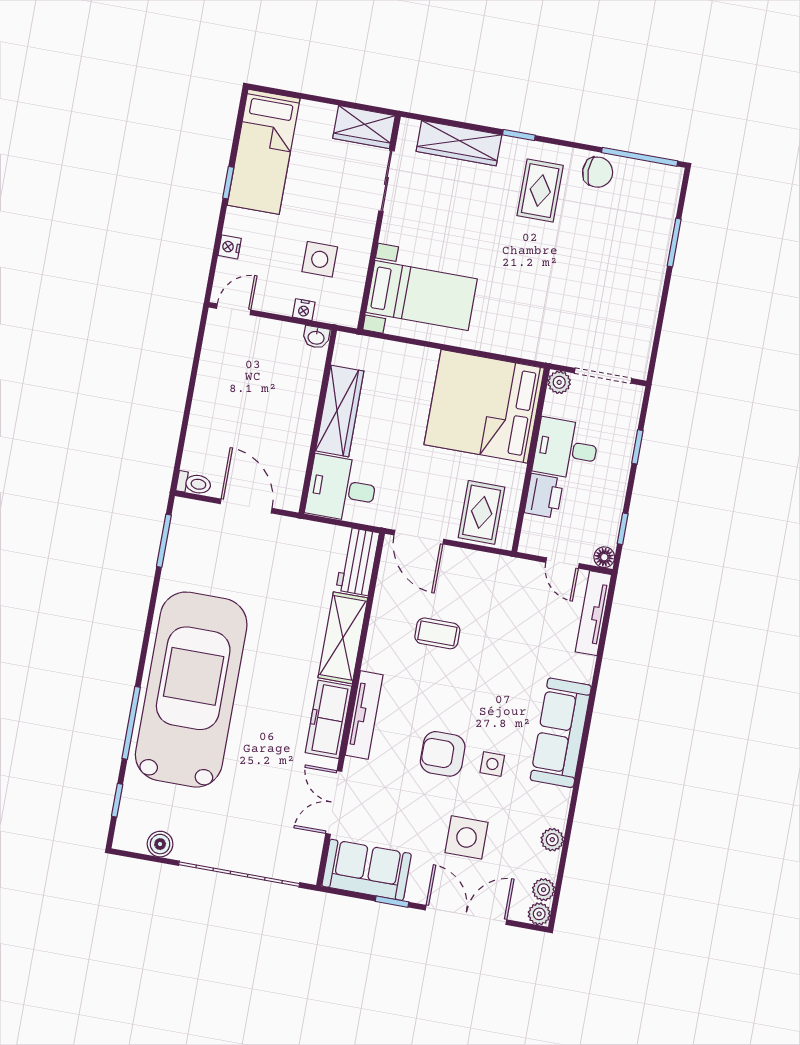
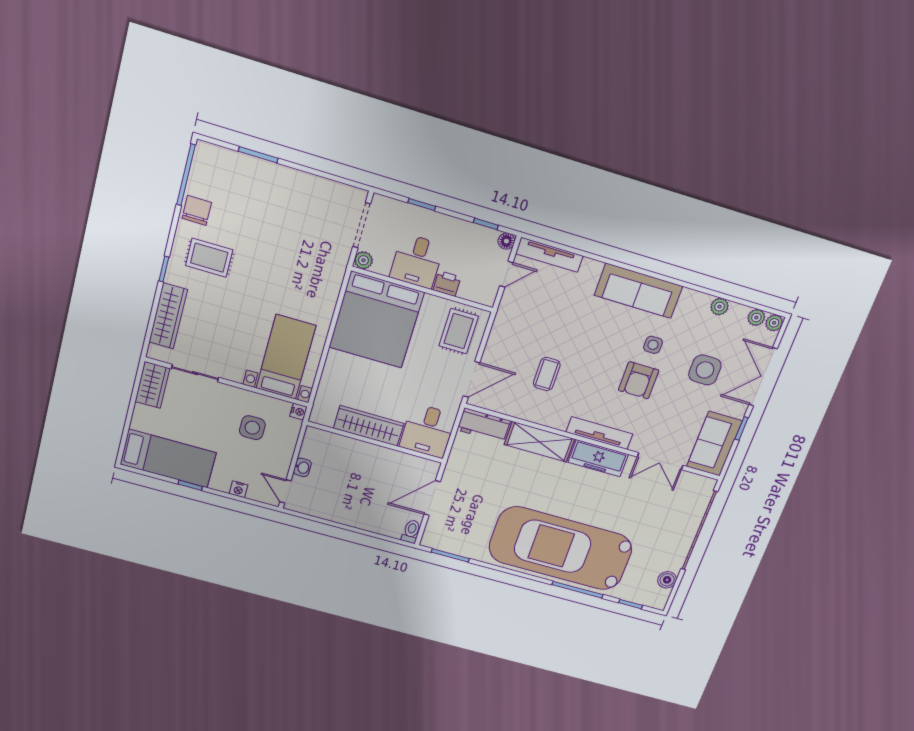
nightstand: (304, 310) -> (299, 412), moved
washbasin: (316, 337) -> (302, 467), moved
printer: (544, 496) -> (447, 284), width x0.73, depth x0.81
rug: (482, 512) -> (459, 331), turned 90

